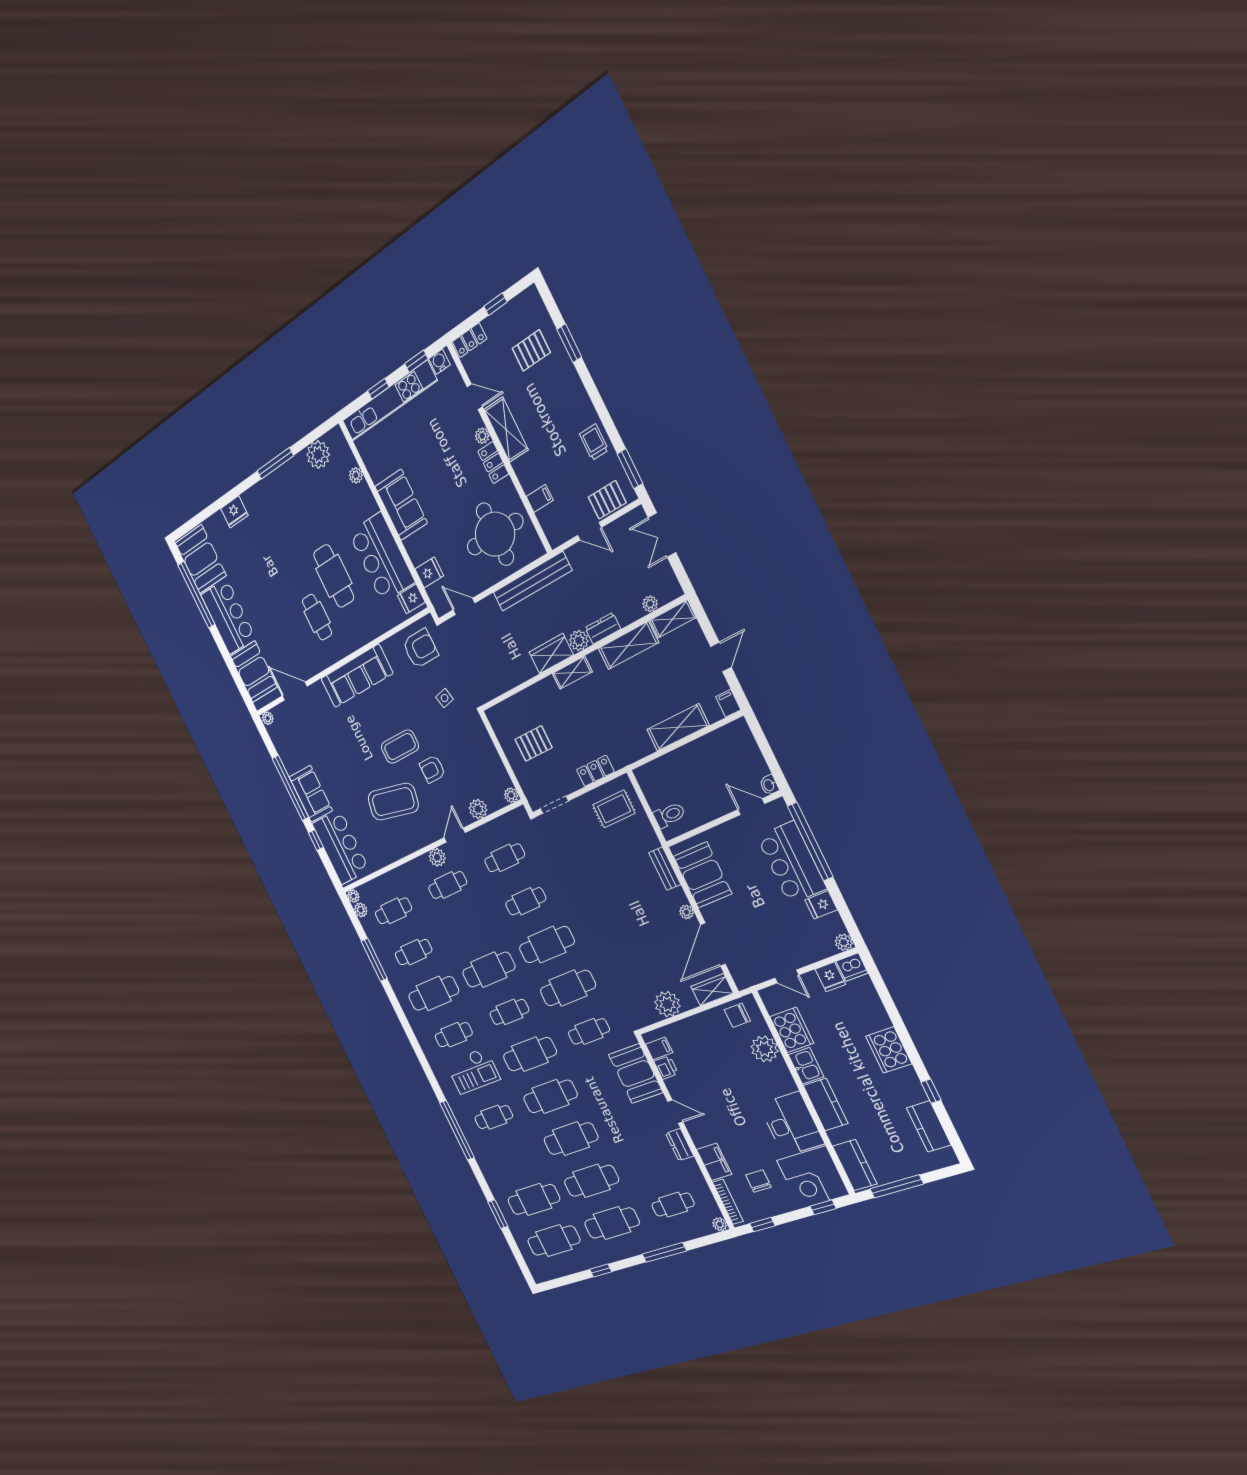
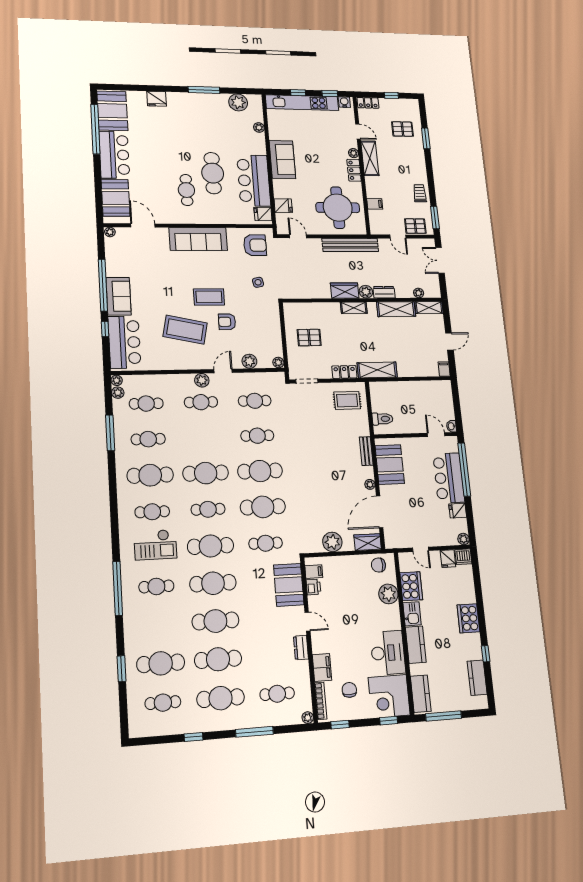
shelving: (678, 727) -> (377, 370), moved
cafe table: (554, 1241) -> (163, 703), width x0.73, depth x0.74

